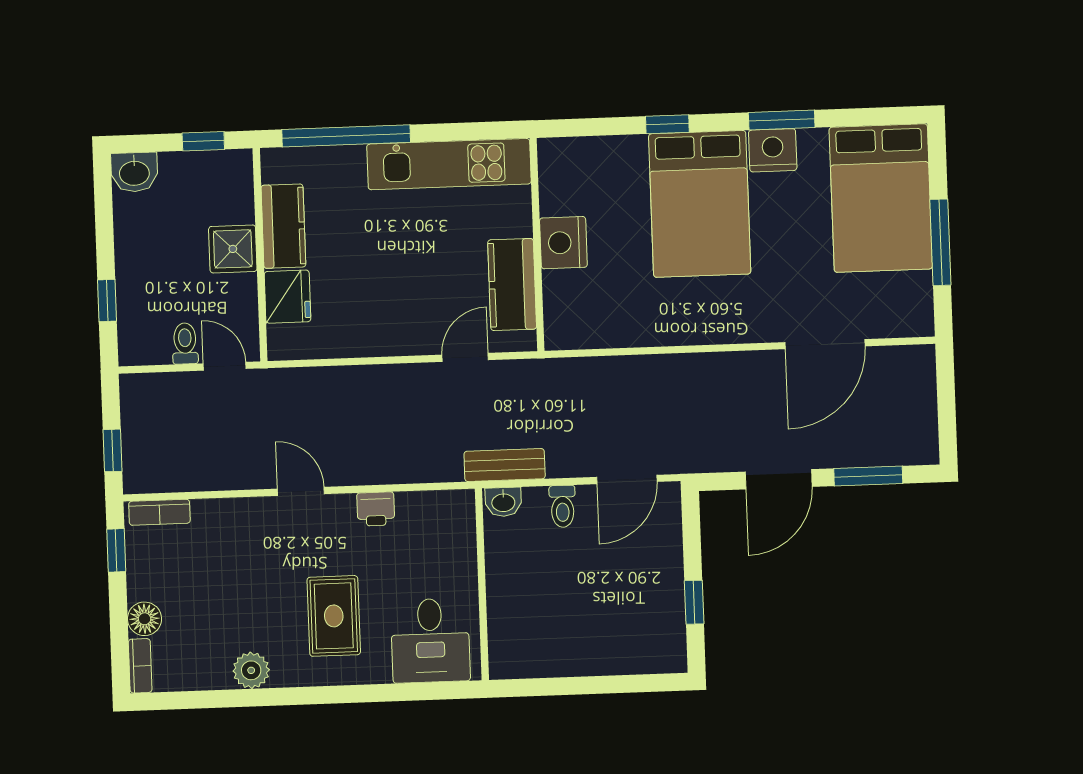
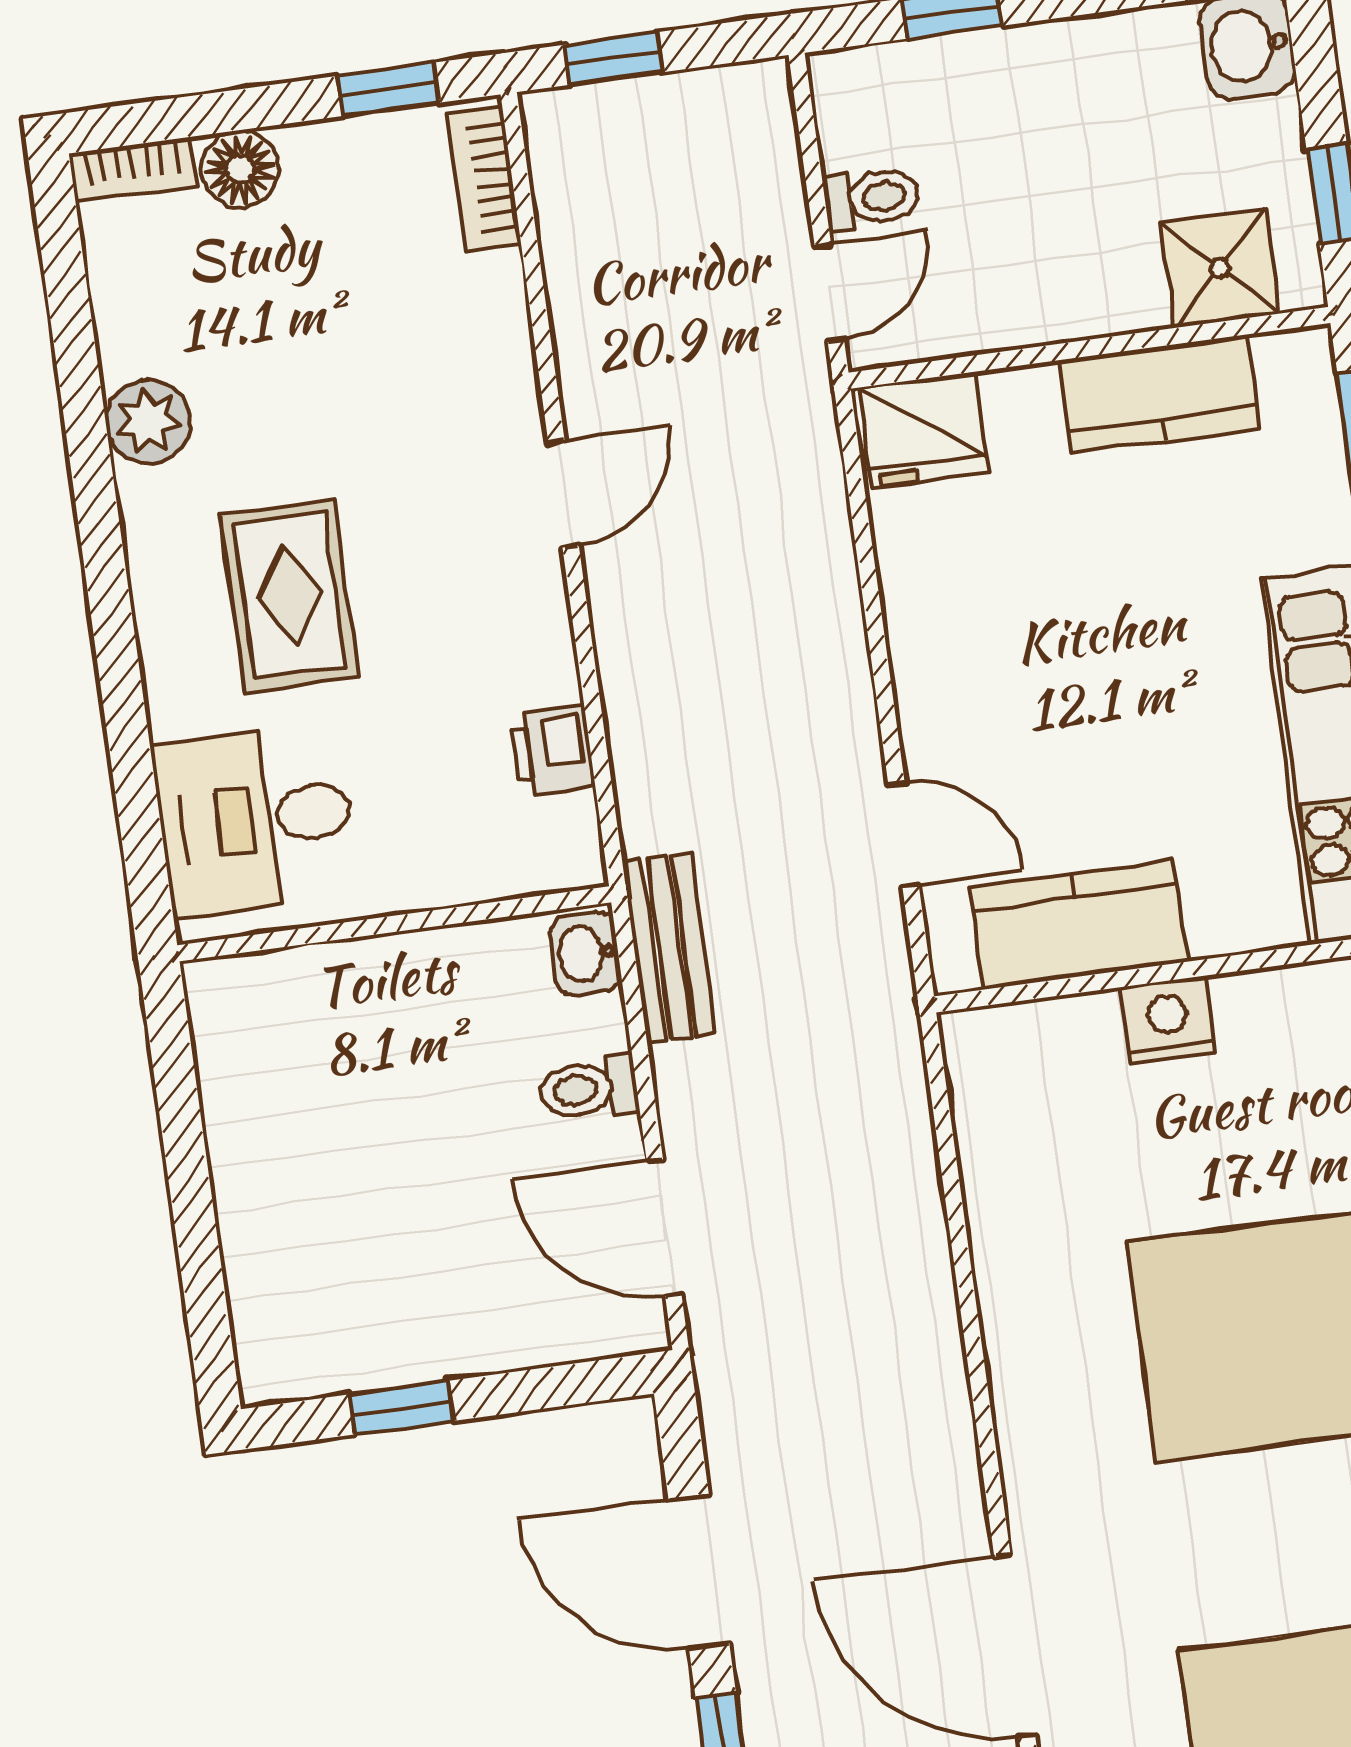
nightstand: (563, 243) -> (1168, 1020), width x0.74, depth x0.75
shower: (233, 249) -> (1220, 268), moved
fridge: (288, 297) -> (923, 430), moved
printer: (376, 509) -> (552, 750), moved
rug: (334, 616) -> (289, 596), turned 90

